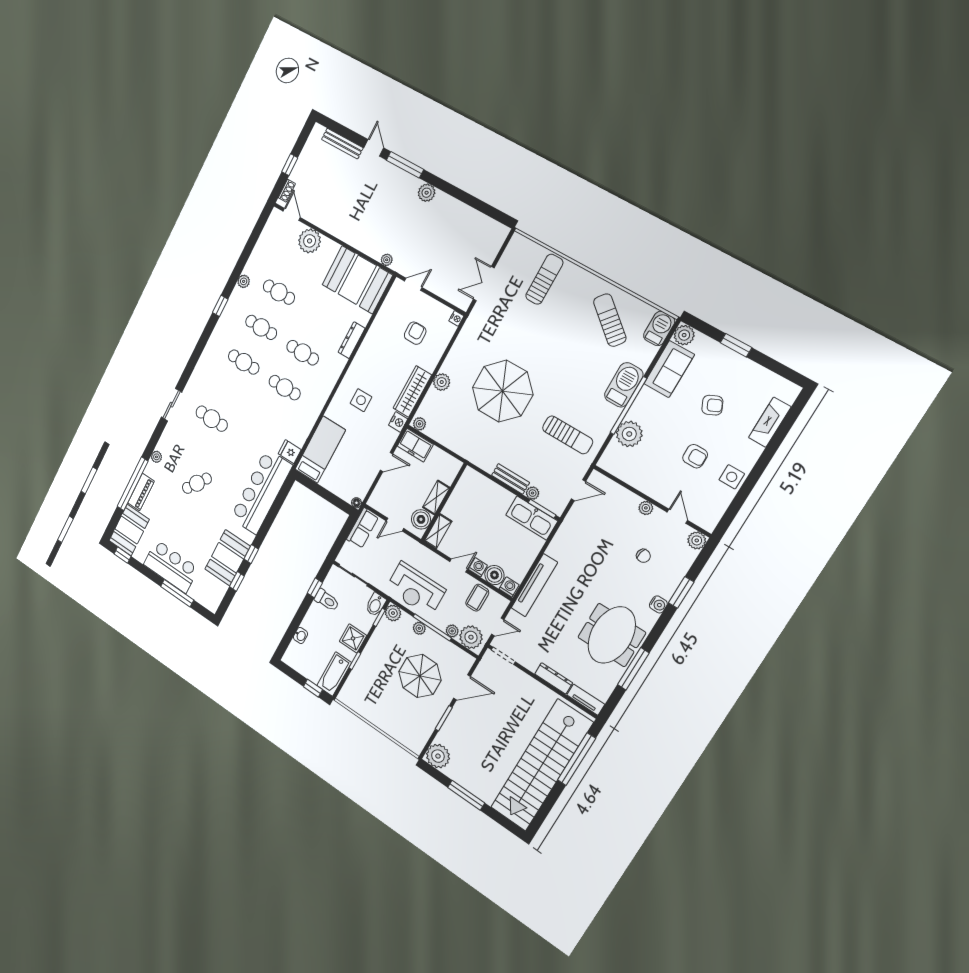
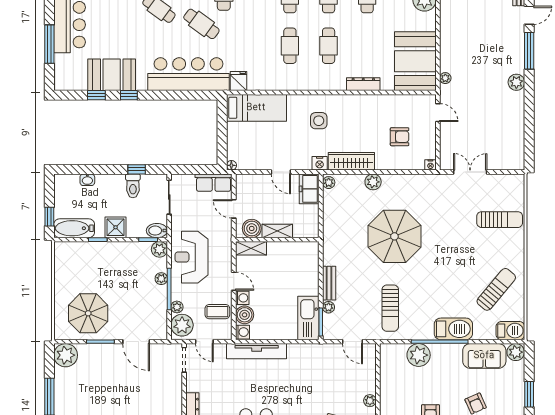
cafe table: (227, 454) -> (201, 24), added
parasol: (420, 676) -> (88, 313), moved

